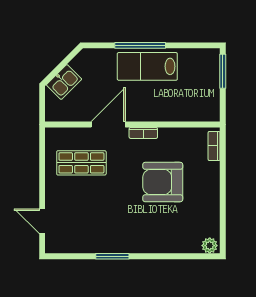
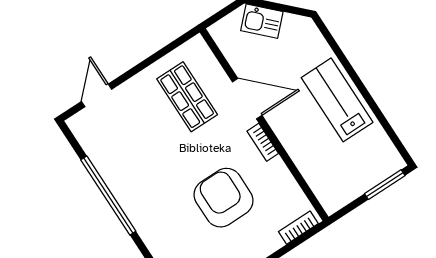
window: (140, 45) -> (355, 77), removed
window: (112, 256) -> (108, 196), width x2.11

